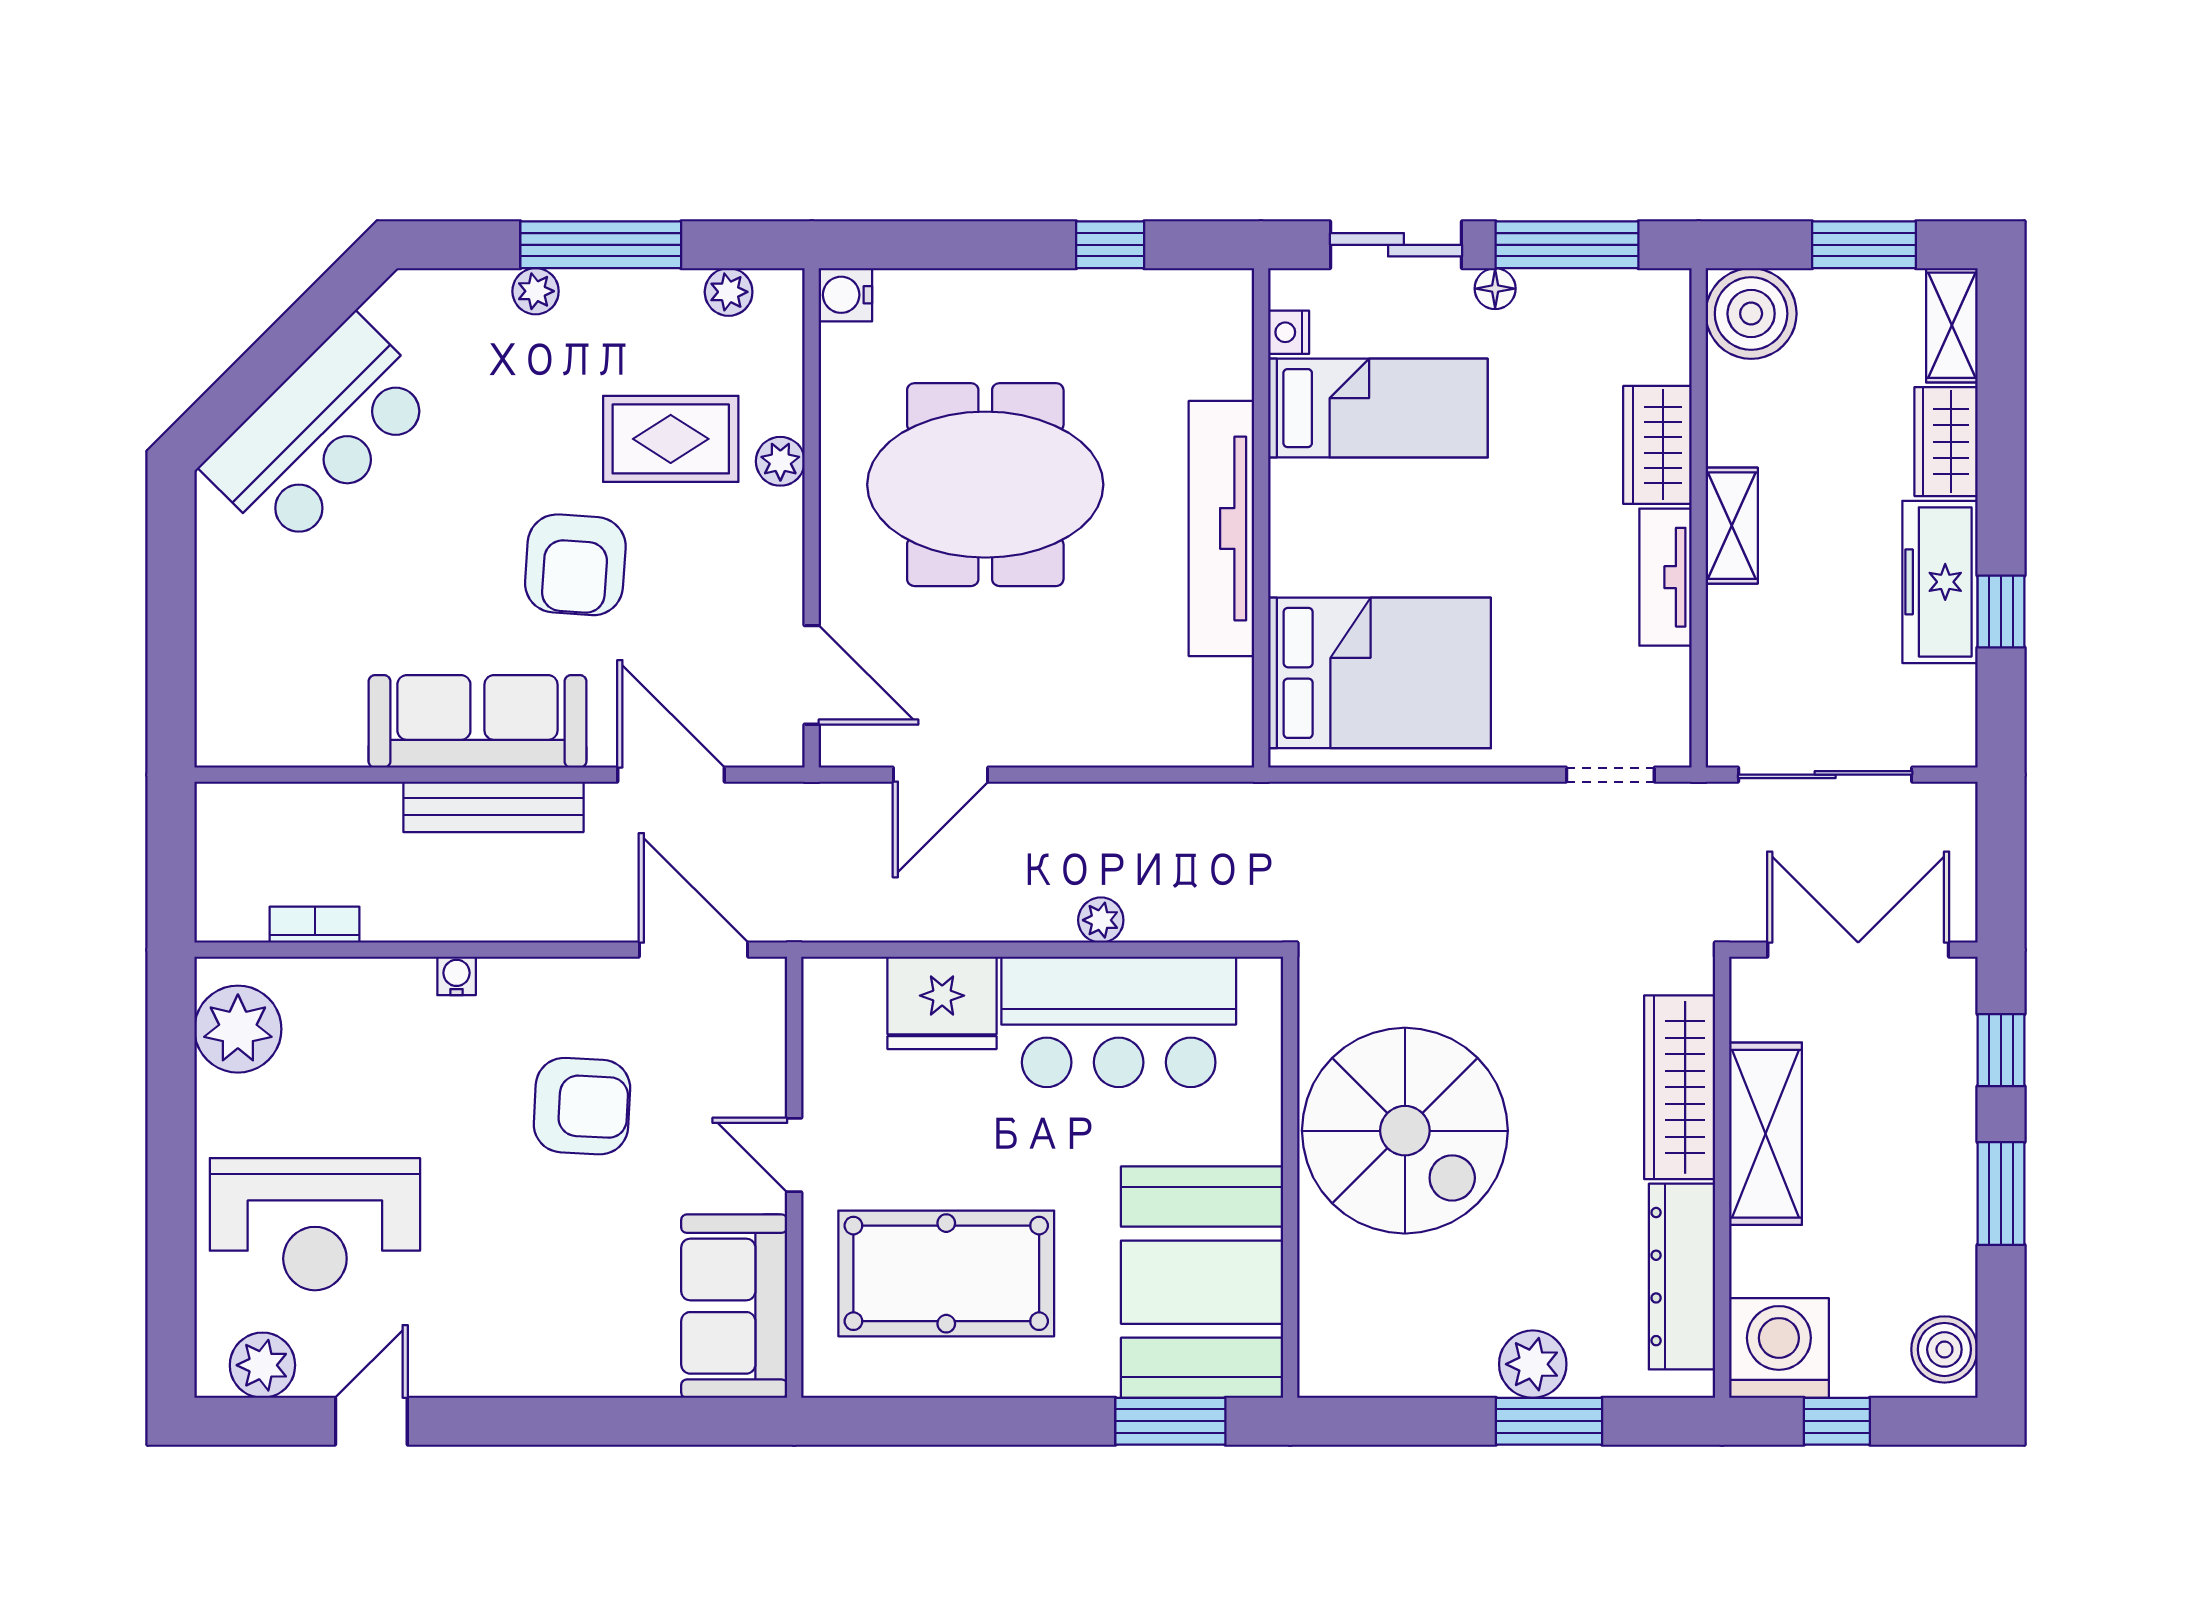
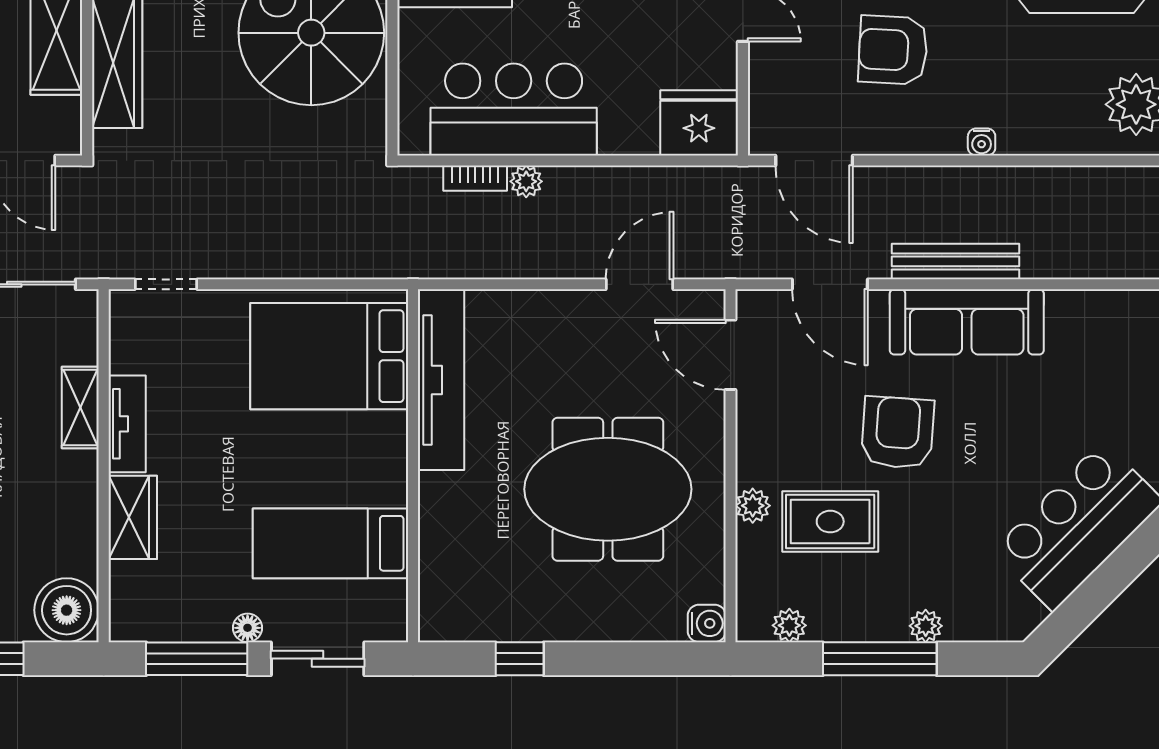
nightstand: (1289, 332) -> (394, 597), removed
shelving: (1732, 526) -> (80, 408), moved
tv unit: (1221, 528) -> (441, 380), moved
bookcase: (315, 925) -> (475, 178), moved
fridge: (942, 1003) -> (699, 123), moved

